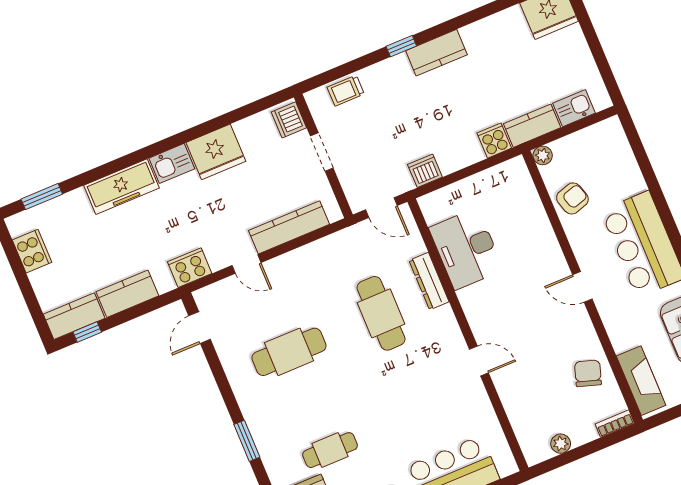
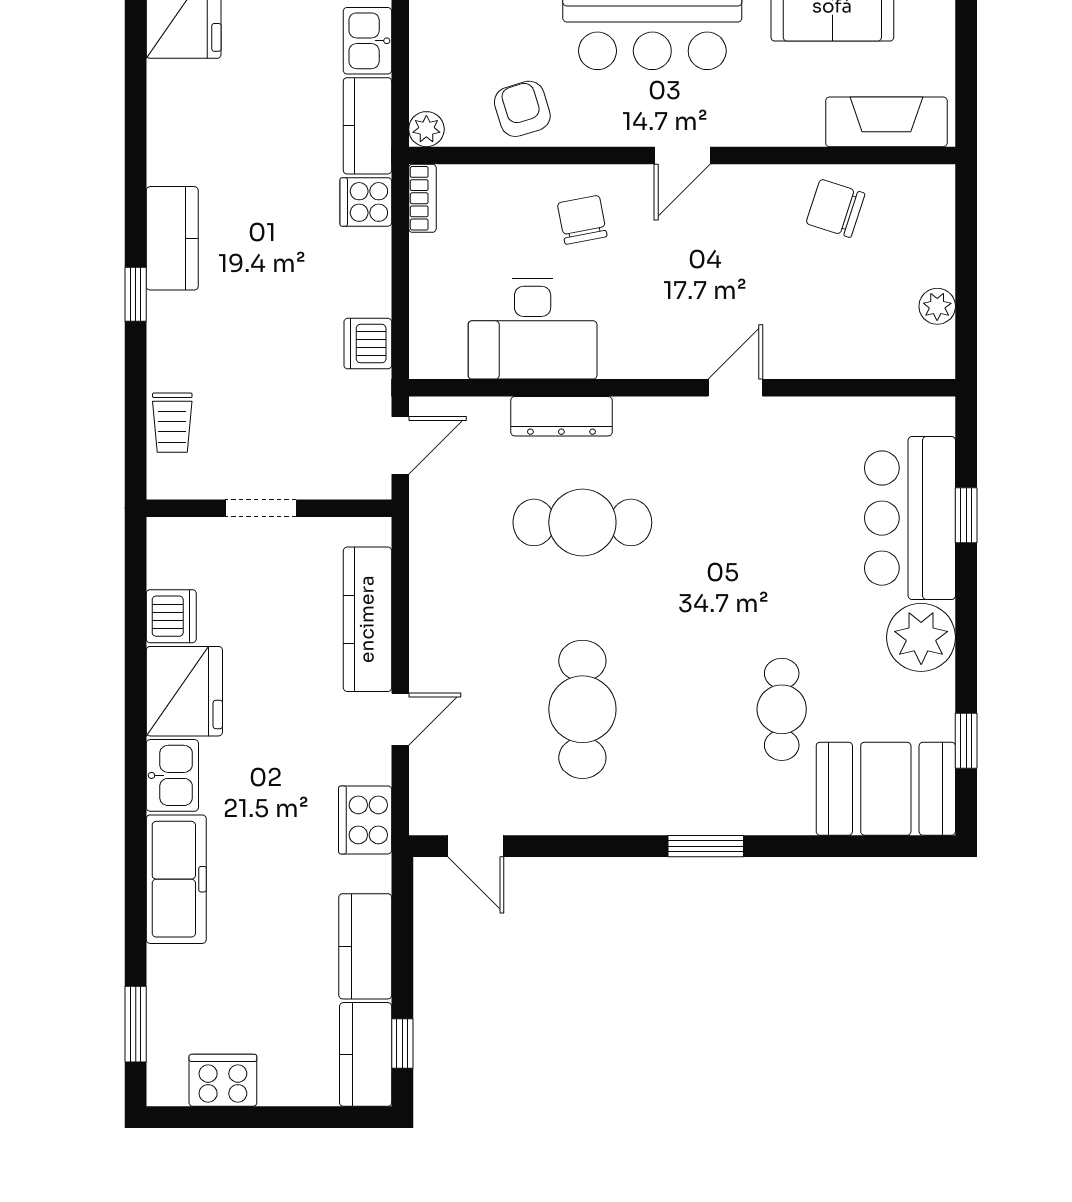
dishwasher: (289, 120) -> (171, 616), moved, turned -90
chair: (530, 251) -> (582, 220), added
bookcase: (615, 424) -> (422, 198), moved, turned 180

